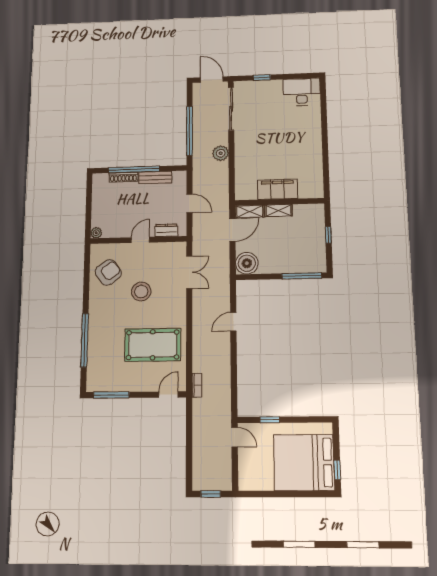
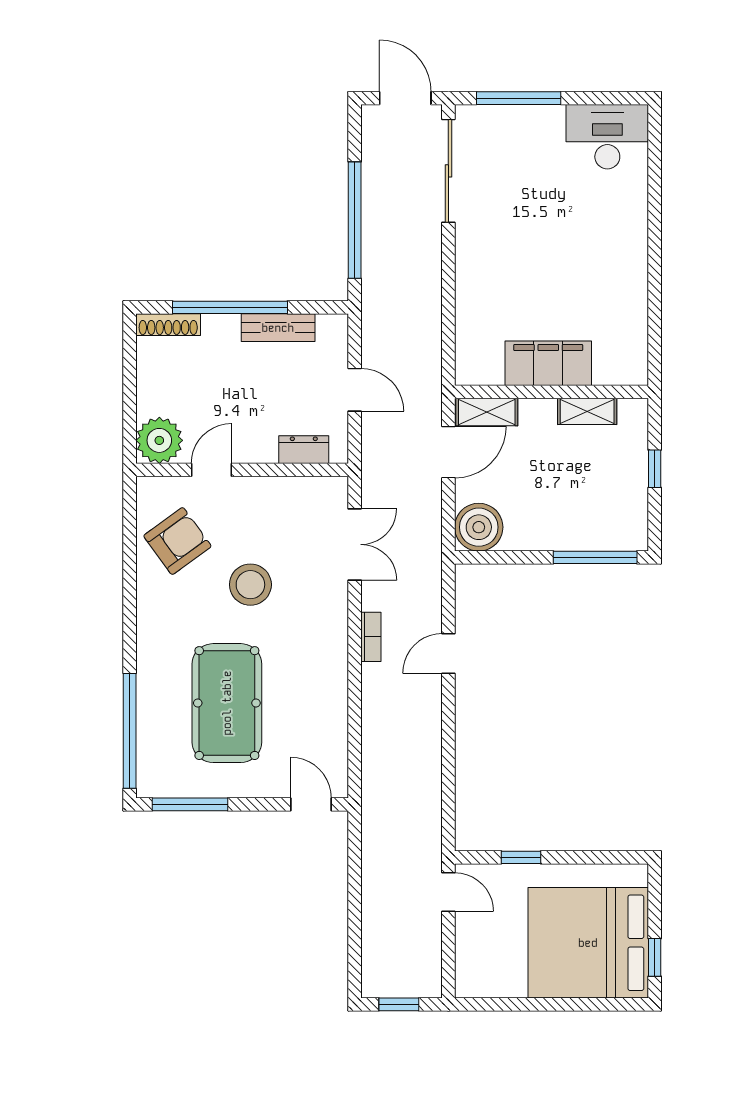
window: (262, 78) -> (519, 98), width x2.17
plant: (221, 153) -> (424, 276), removed
shoe rack: (123, 177) -> (168, 325), moved
shelving: (279, 210) -> (587, 411), moved
plant: (96, 233) -> (159, 440), width x1.88, depth x1.88
door: (140, 240) -> (211, 470), moved
window: (85, 340) -> (130, 731), moved
pool table: (153, 345) -> (227, 703), moved, turned 90
bookcase: (197, 385) -> (371, 637), moved
door: (168, 394) -> (311, 804), hinge flipped

